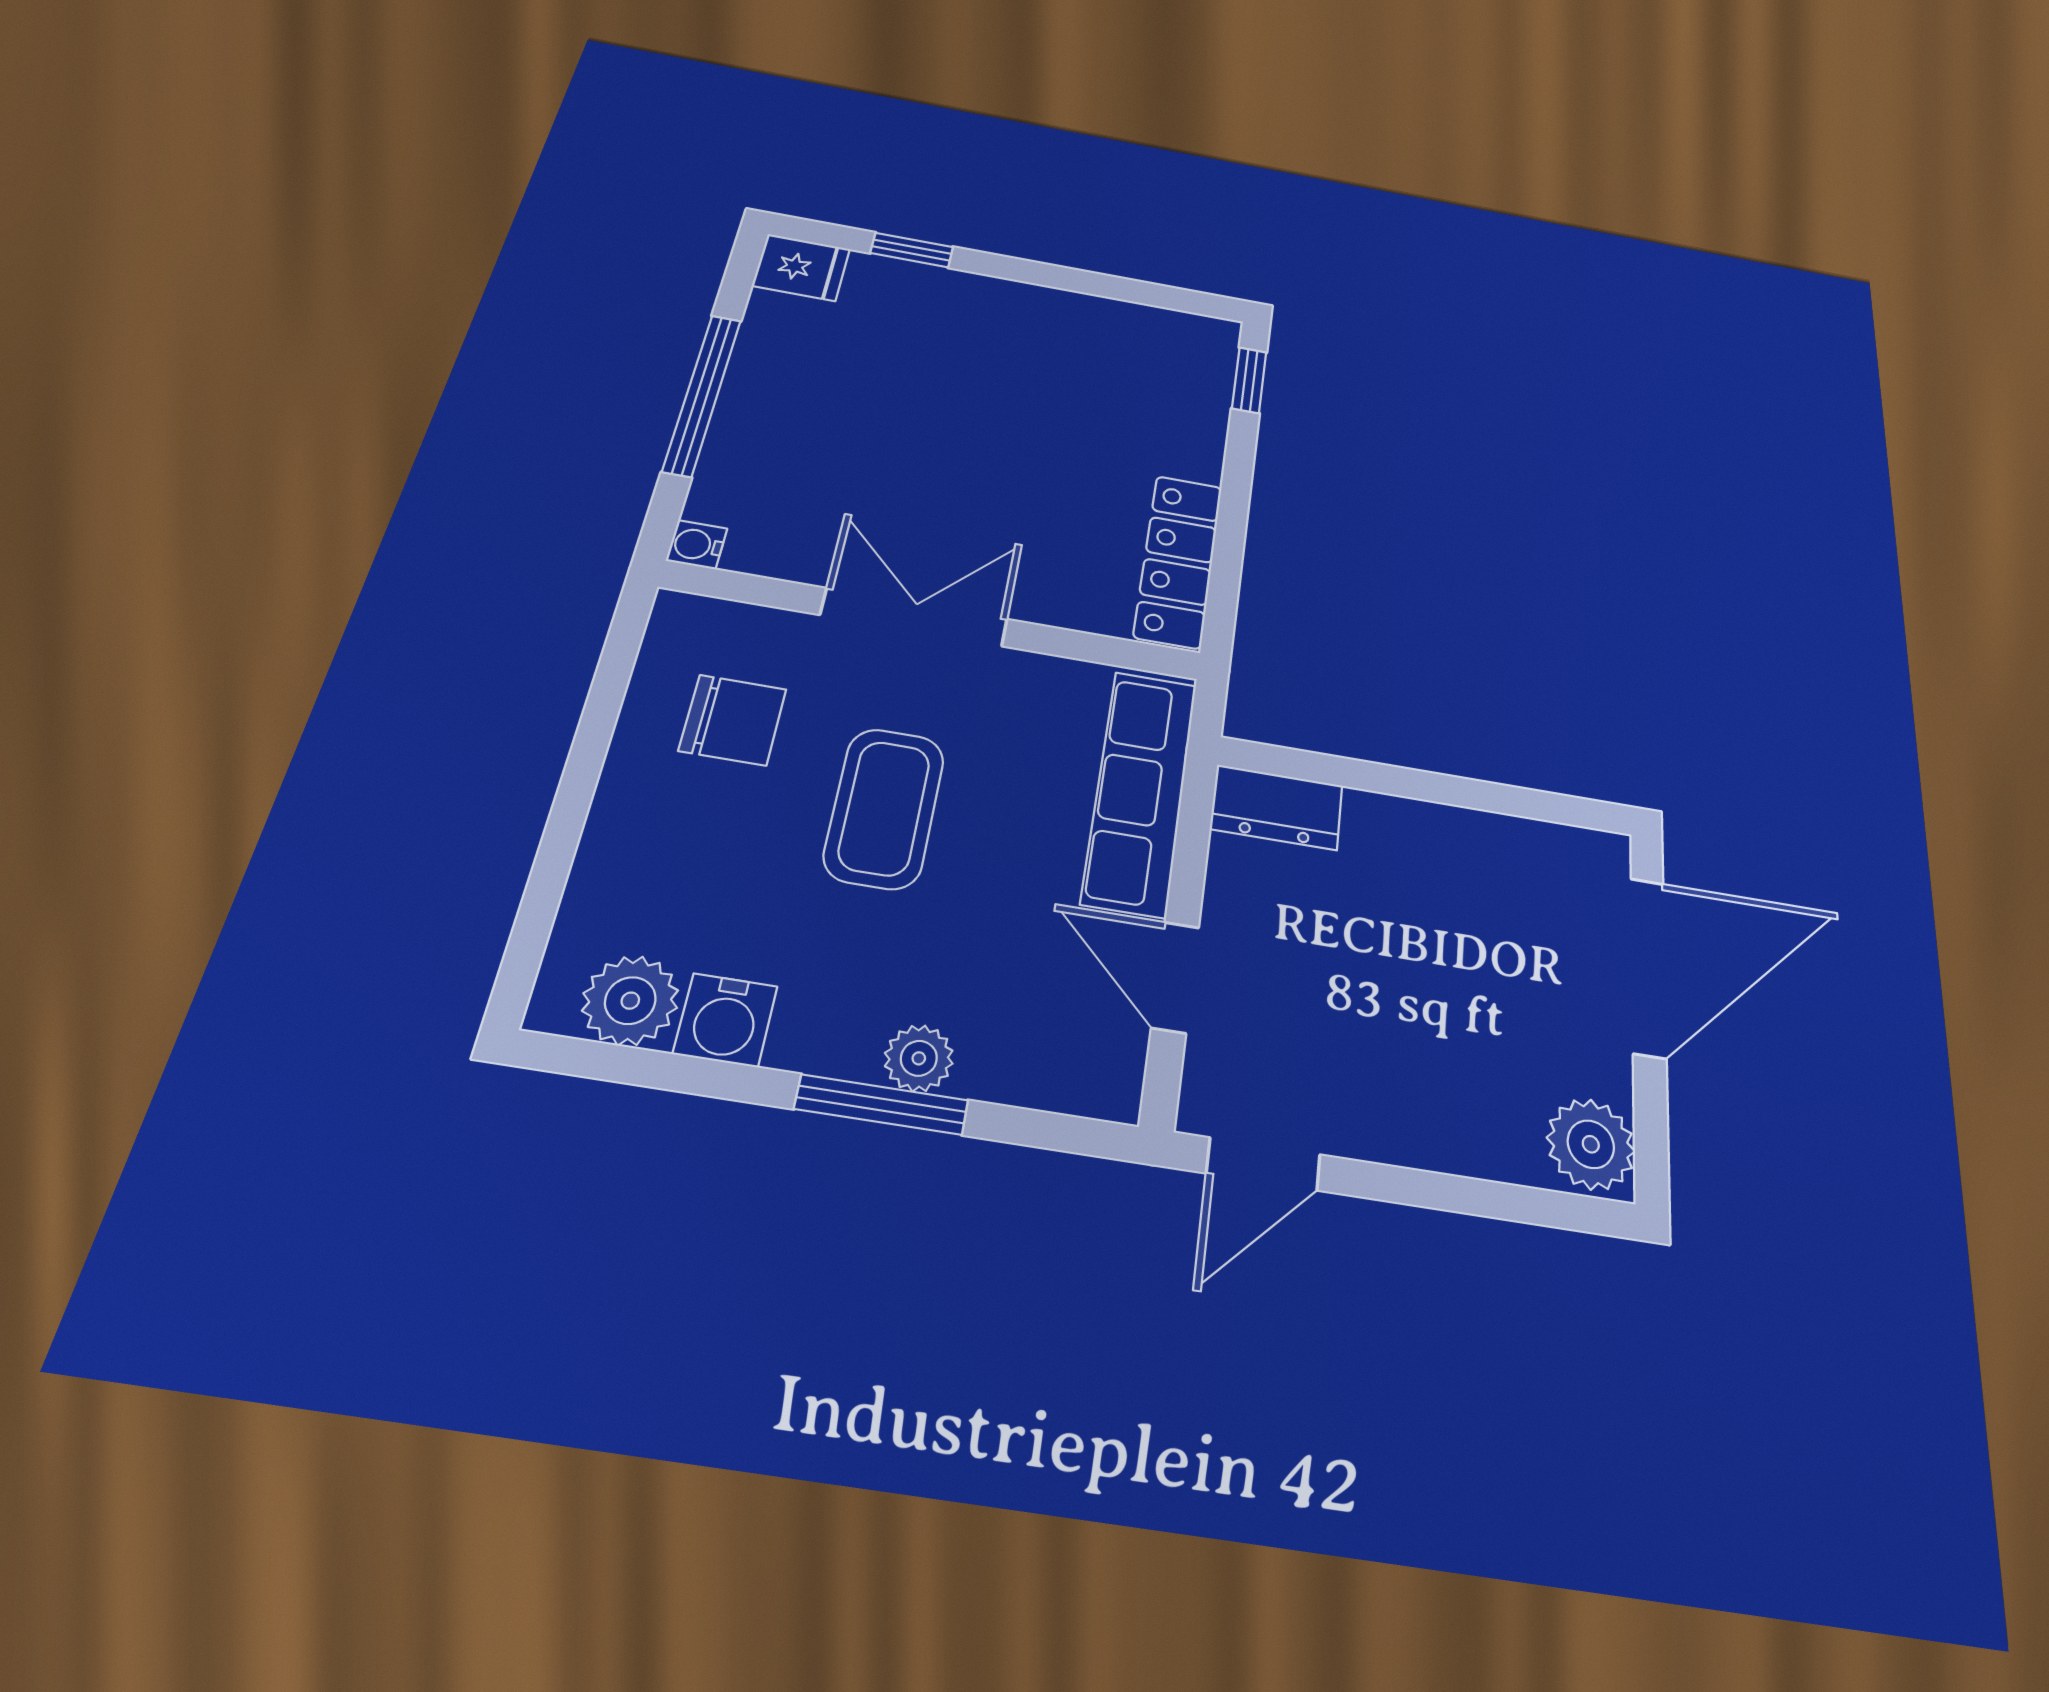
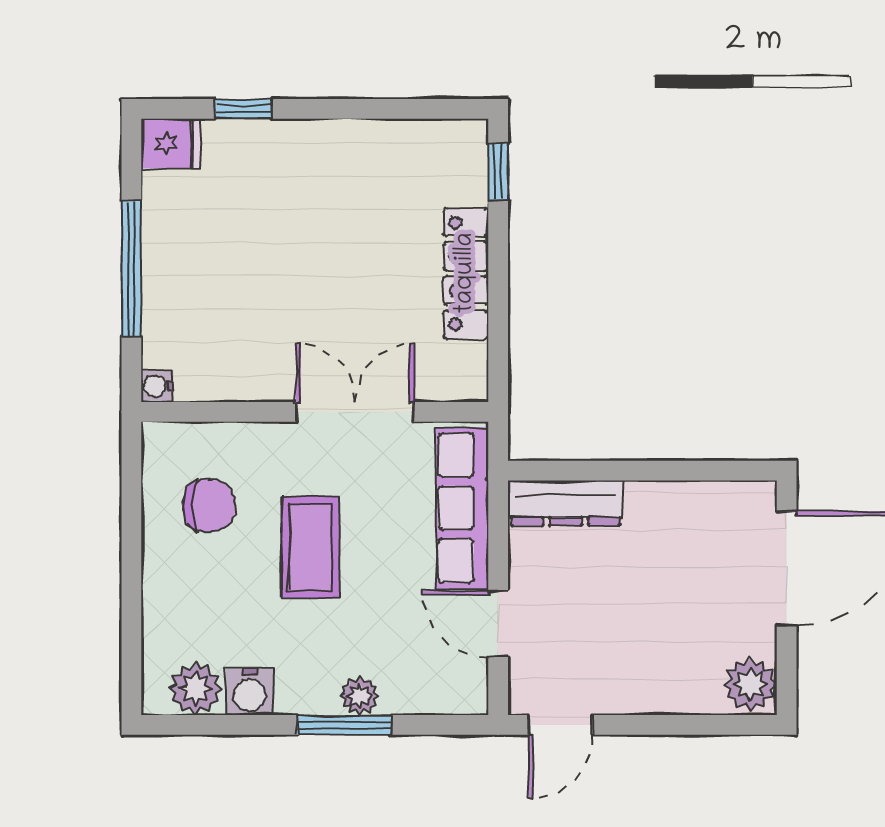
locker: (1178, 561) -> (466, 273), moved
double door: (914, 617) -> (355, 412), moved
dresser: (1277, 807) -> (566, 503), width x1.44

